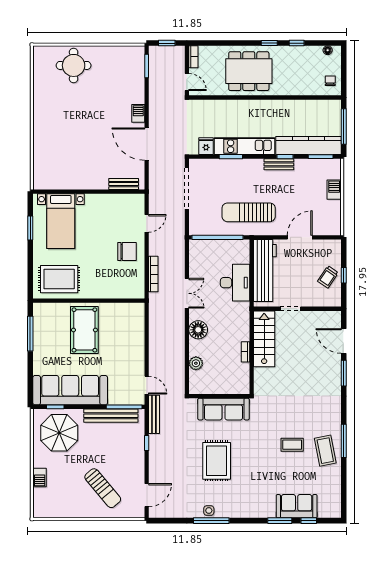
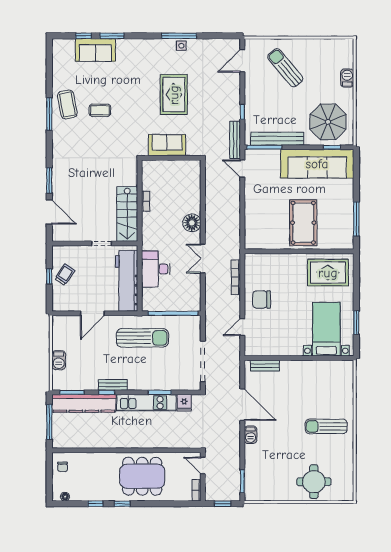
sun lounger: (61, 122) -> (326, 426), added
plant: (196, 363) -> (194, 190), removed
sofa: (223, 409) -> (167, 145), width x0.73

